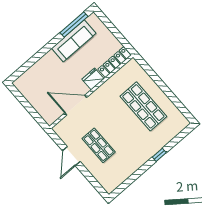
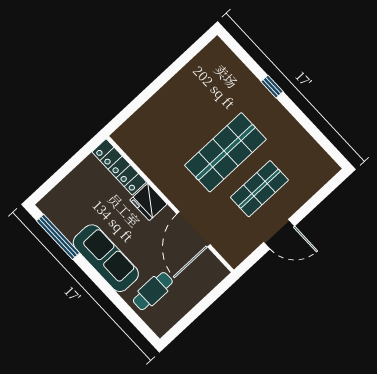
sofa: (74, 41) -> (106, 258), moved
cafe table: (40, 80) -> (153, 291), added
shop shelf: (143, 106) -> (225, 152), moved

